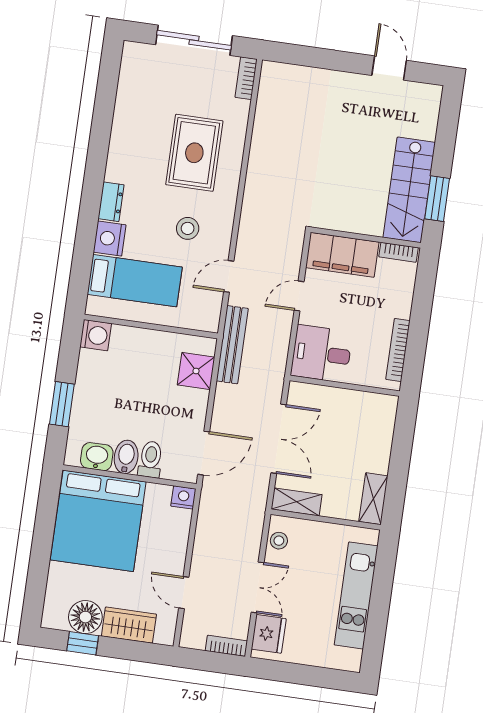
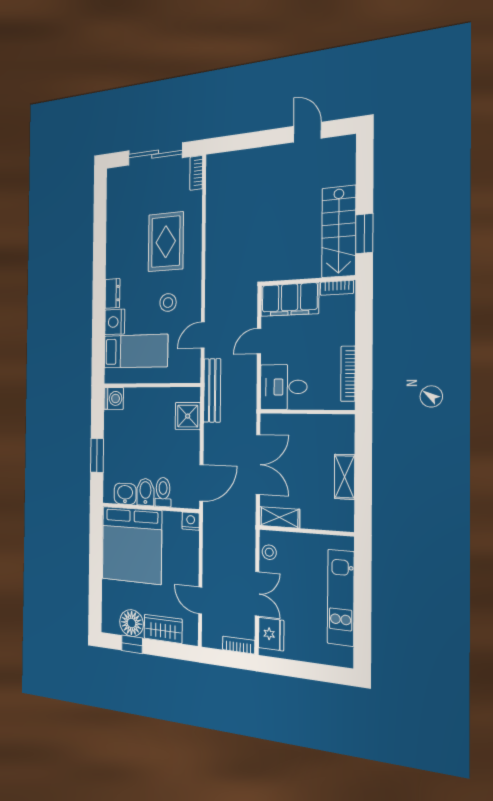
shelving: (373, 499) -> (344, 477), moved

